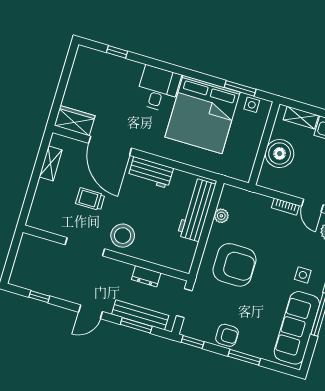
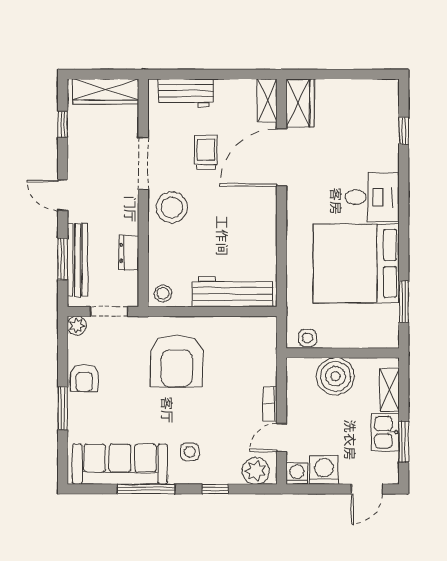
side table: (252, 105) -> (307, 338), moved
shelving: (51, 163) -> (267, 100), moved, turned 90
workbench: (151, 172) -> (186, 93), moved, turned -90
plant: (221, 216) -> (77, 326), moved
wardrobe: (25, 258) -> (106, 91), added
stool: (183, 260) -> (163, 293), added
window: (193, 342) -> (63, 337), removed

